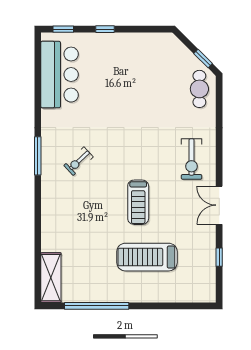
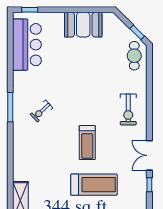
window: (105, 29) -> (62, 10), removed
booth: (133, 49) -> (83, 25), added
double door: (219, 205) -> (149, 155), moved
treadmill: (147, 257) -> (94, 185), turned 180

